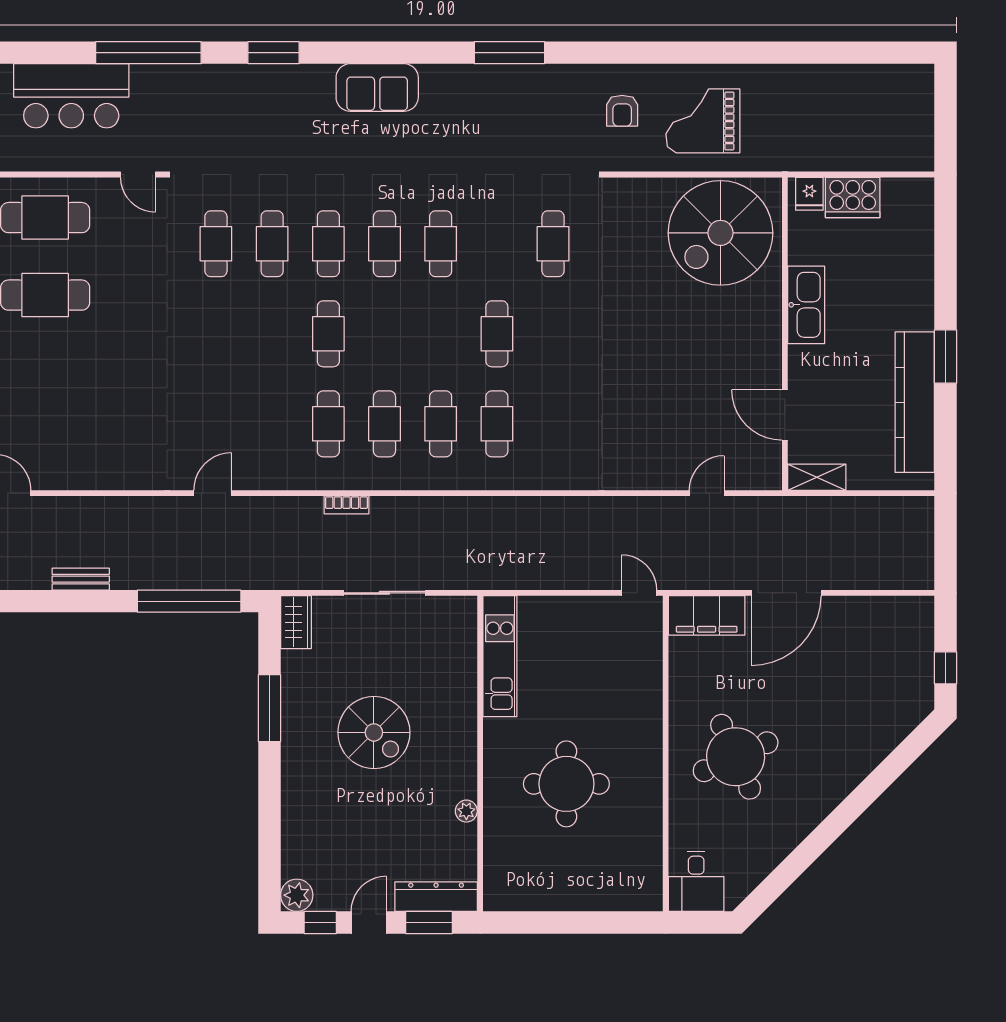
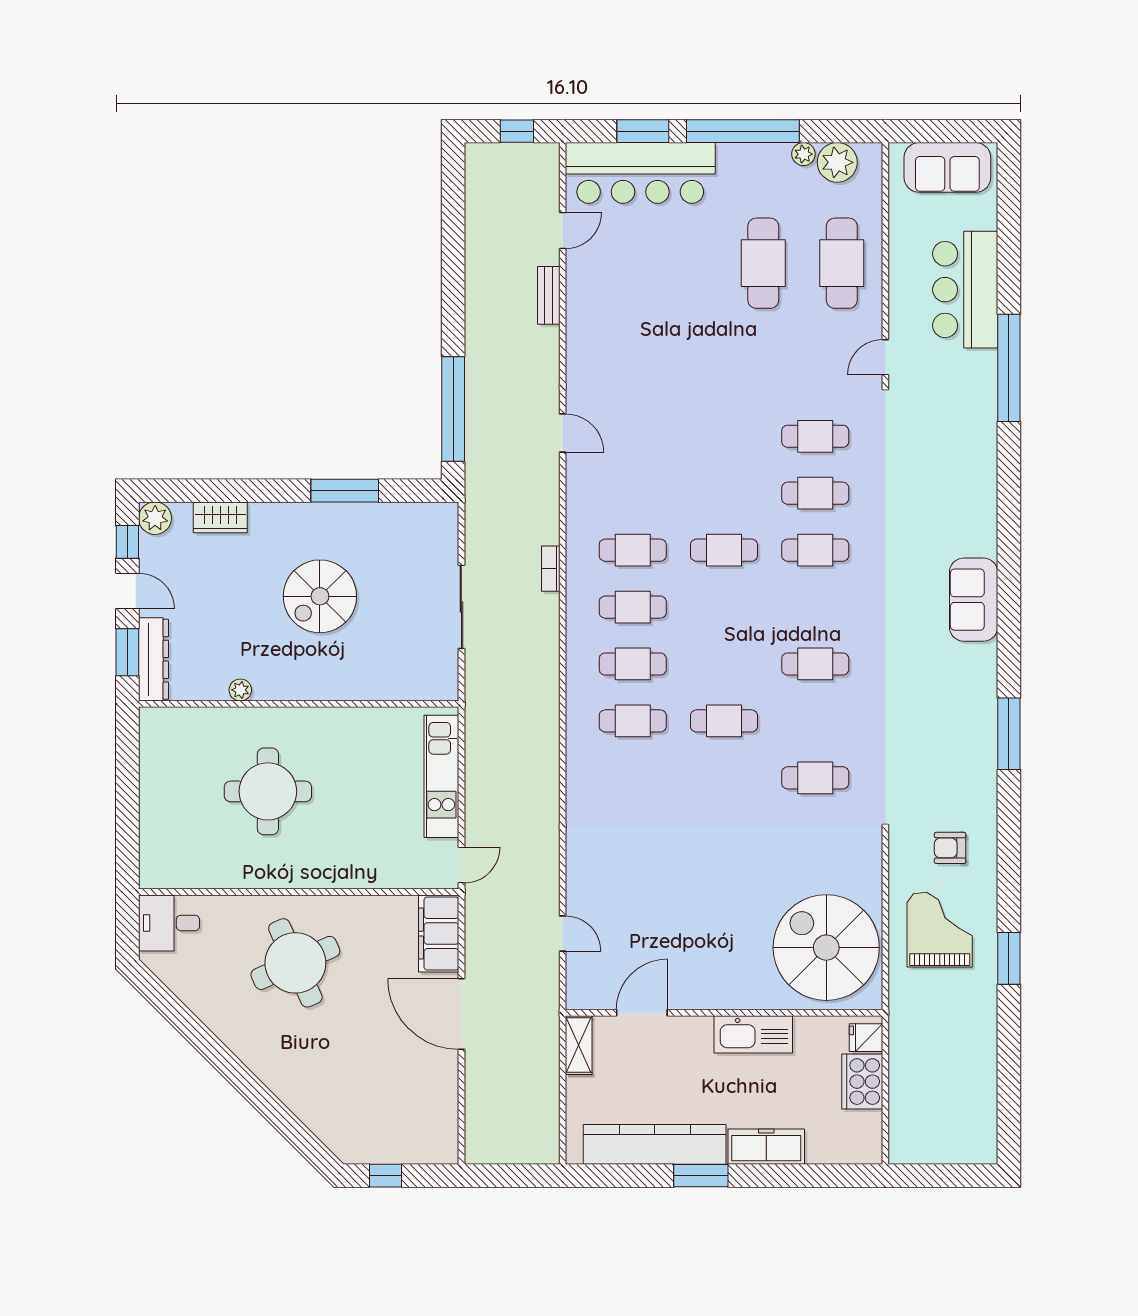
window: (273, 53) -> (1009, 958), moved
cafe table: (384, 244) -> (815, 607), removed
freezer: (917, 292) -> (766, 1147), added
bench: (81, 579) -> (549, 295), moved
wardrobe: (296, 622) -> (220, 517), moved
kitchen unit: (500, 656) -> (441, 776), moved, turned 90

